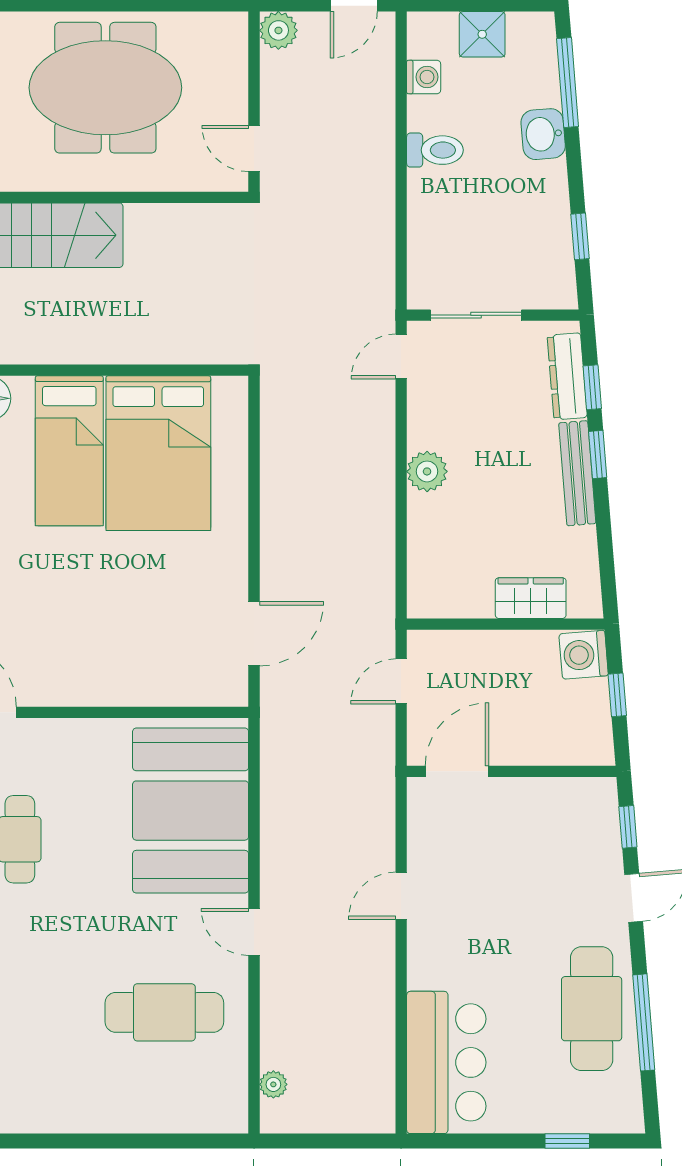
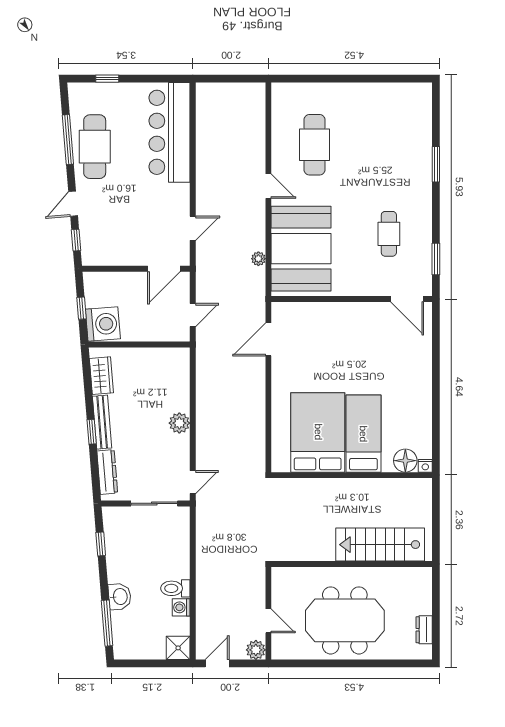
shower: (482, 34) -> (178, 648), moved
washing machine: (424, 77) -> (181, 607), moved
door: (254, 149) -> (268, 621), moved
window: (592, 387) -> (94, 466), removed
wardrobe: (531, 598) -> (101, 376), moved, turned -95
washing machine: (584, 655) -> (103, 324), width x1.37, depth x1.37
door: (401, 896) -> (193, 228), moved
cafe table: (164, 1012) -> (315, 145), turned 90
bar counter: (446, 1062) -> (169, 132), width x1.36
plant: (273, 1084) -> (258, 259), moved

